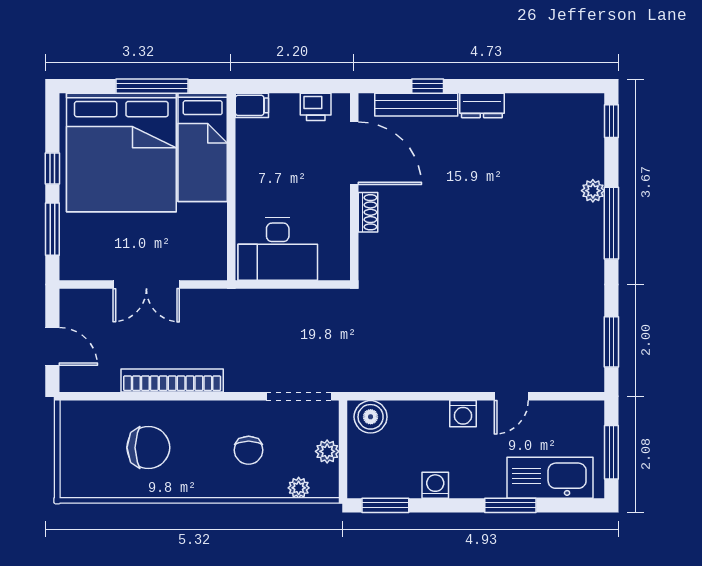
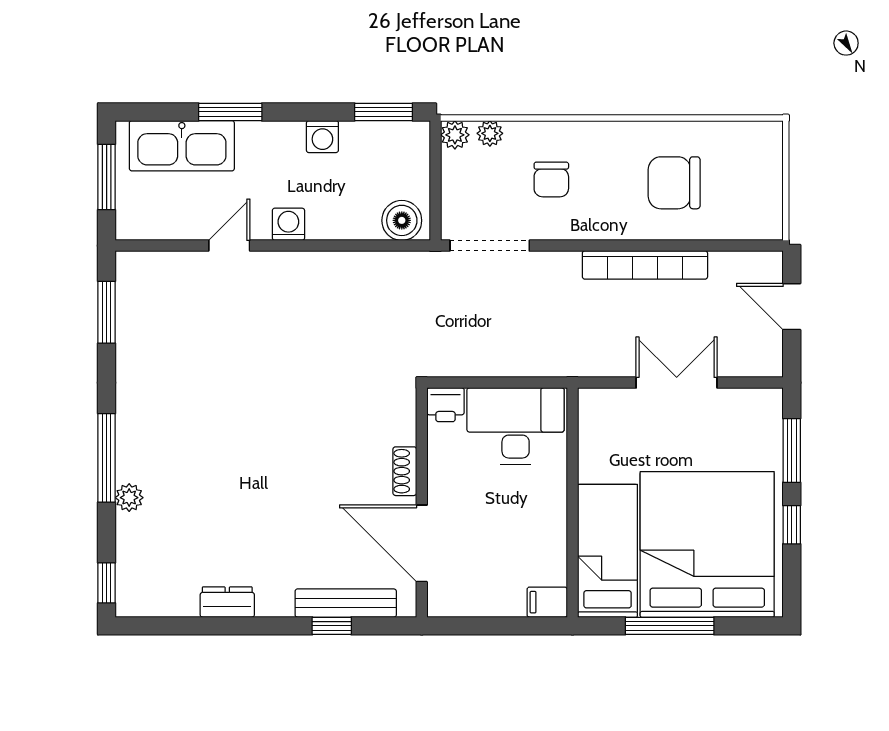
dresser: (482, 105) -> (227, 602), moved
printer: (316, 107) -> (446, 405), moved, turned 180
chair: (249, 450) -> (551, 179), turned 180
plant: (327, 451) -> (455, 135), moved

